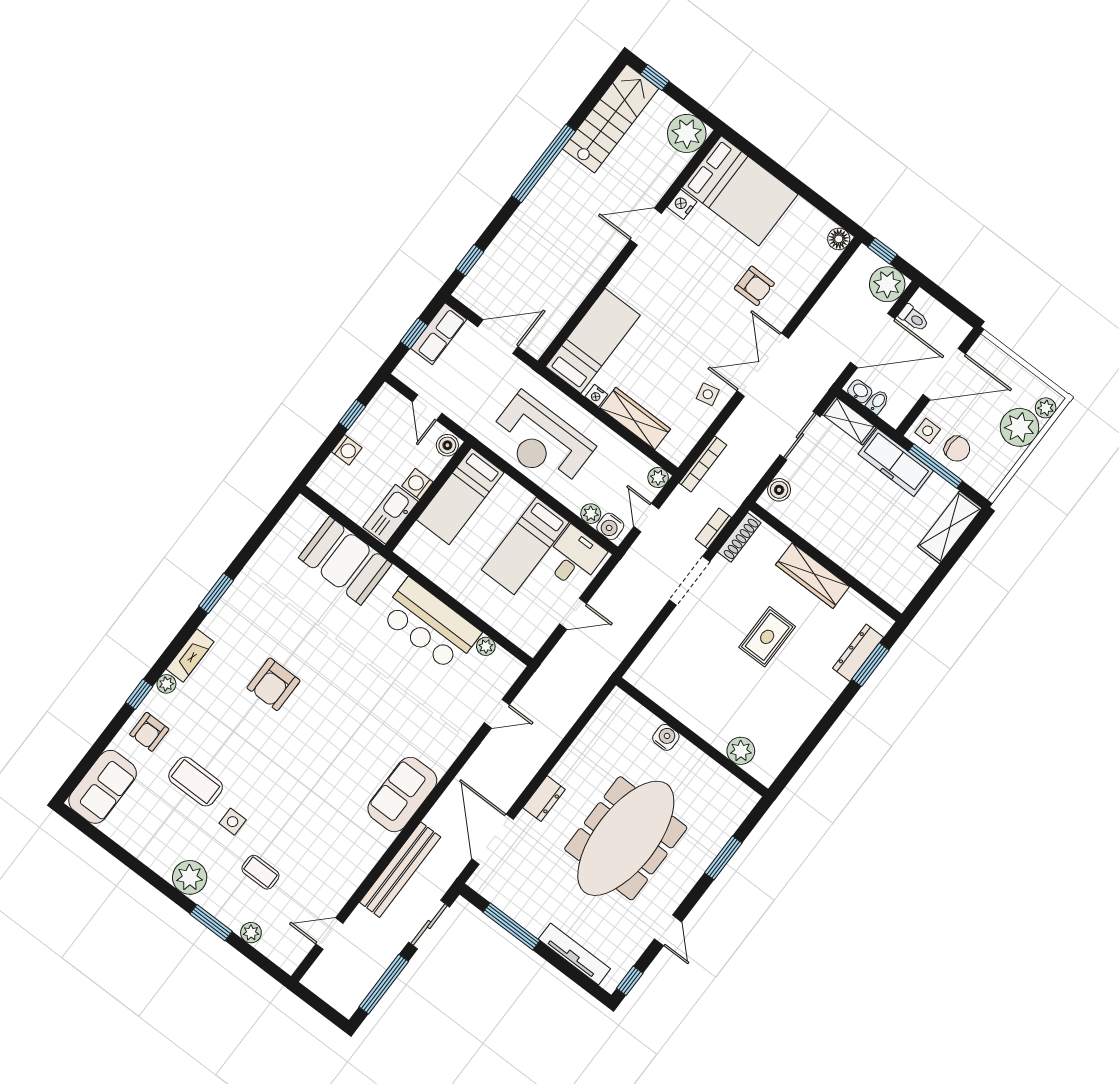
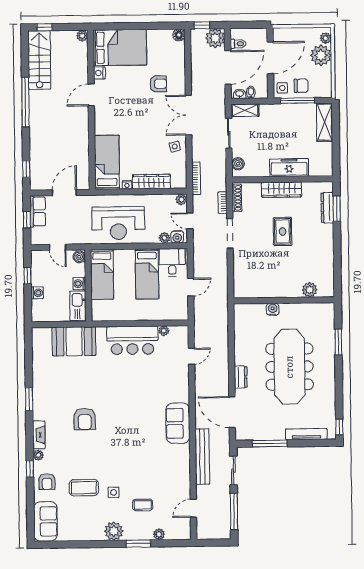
plant: (687, 133) -> (82, 36), width x0.53, depth x0.53
freezer: (896, 462) -> (289, 168), moved, turned 180
door: (668, 930) -> (339, 392), removed

